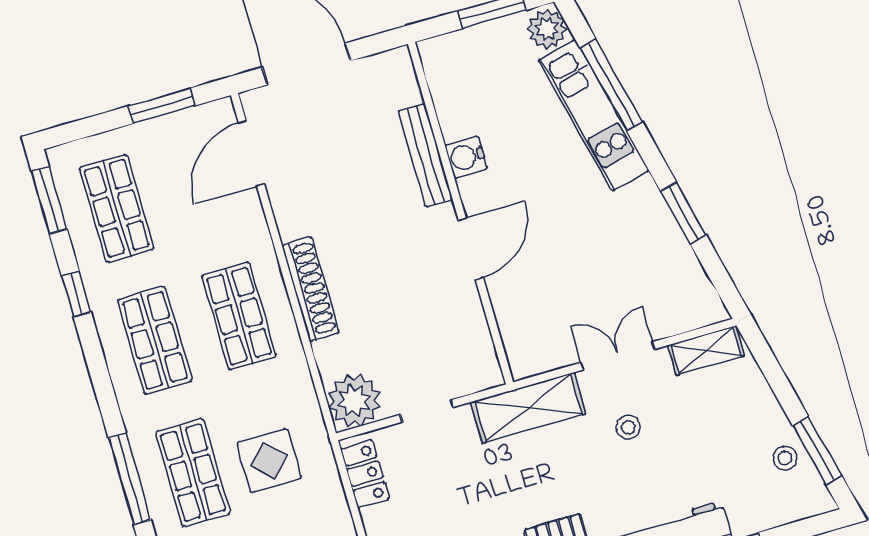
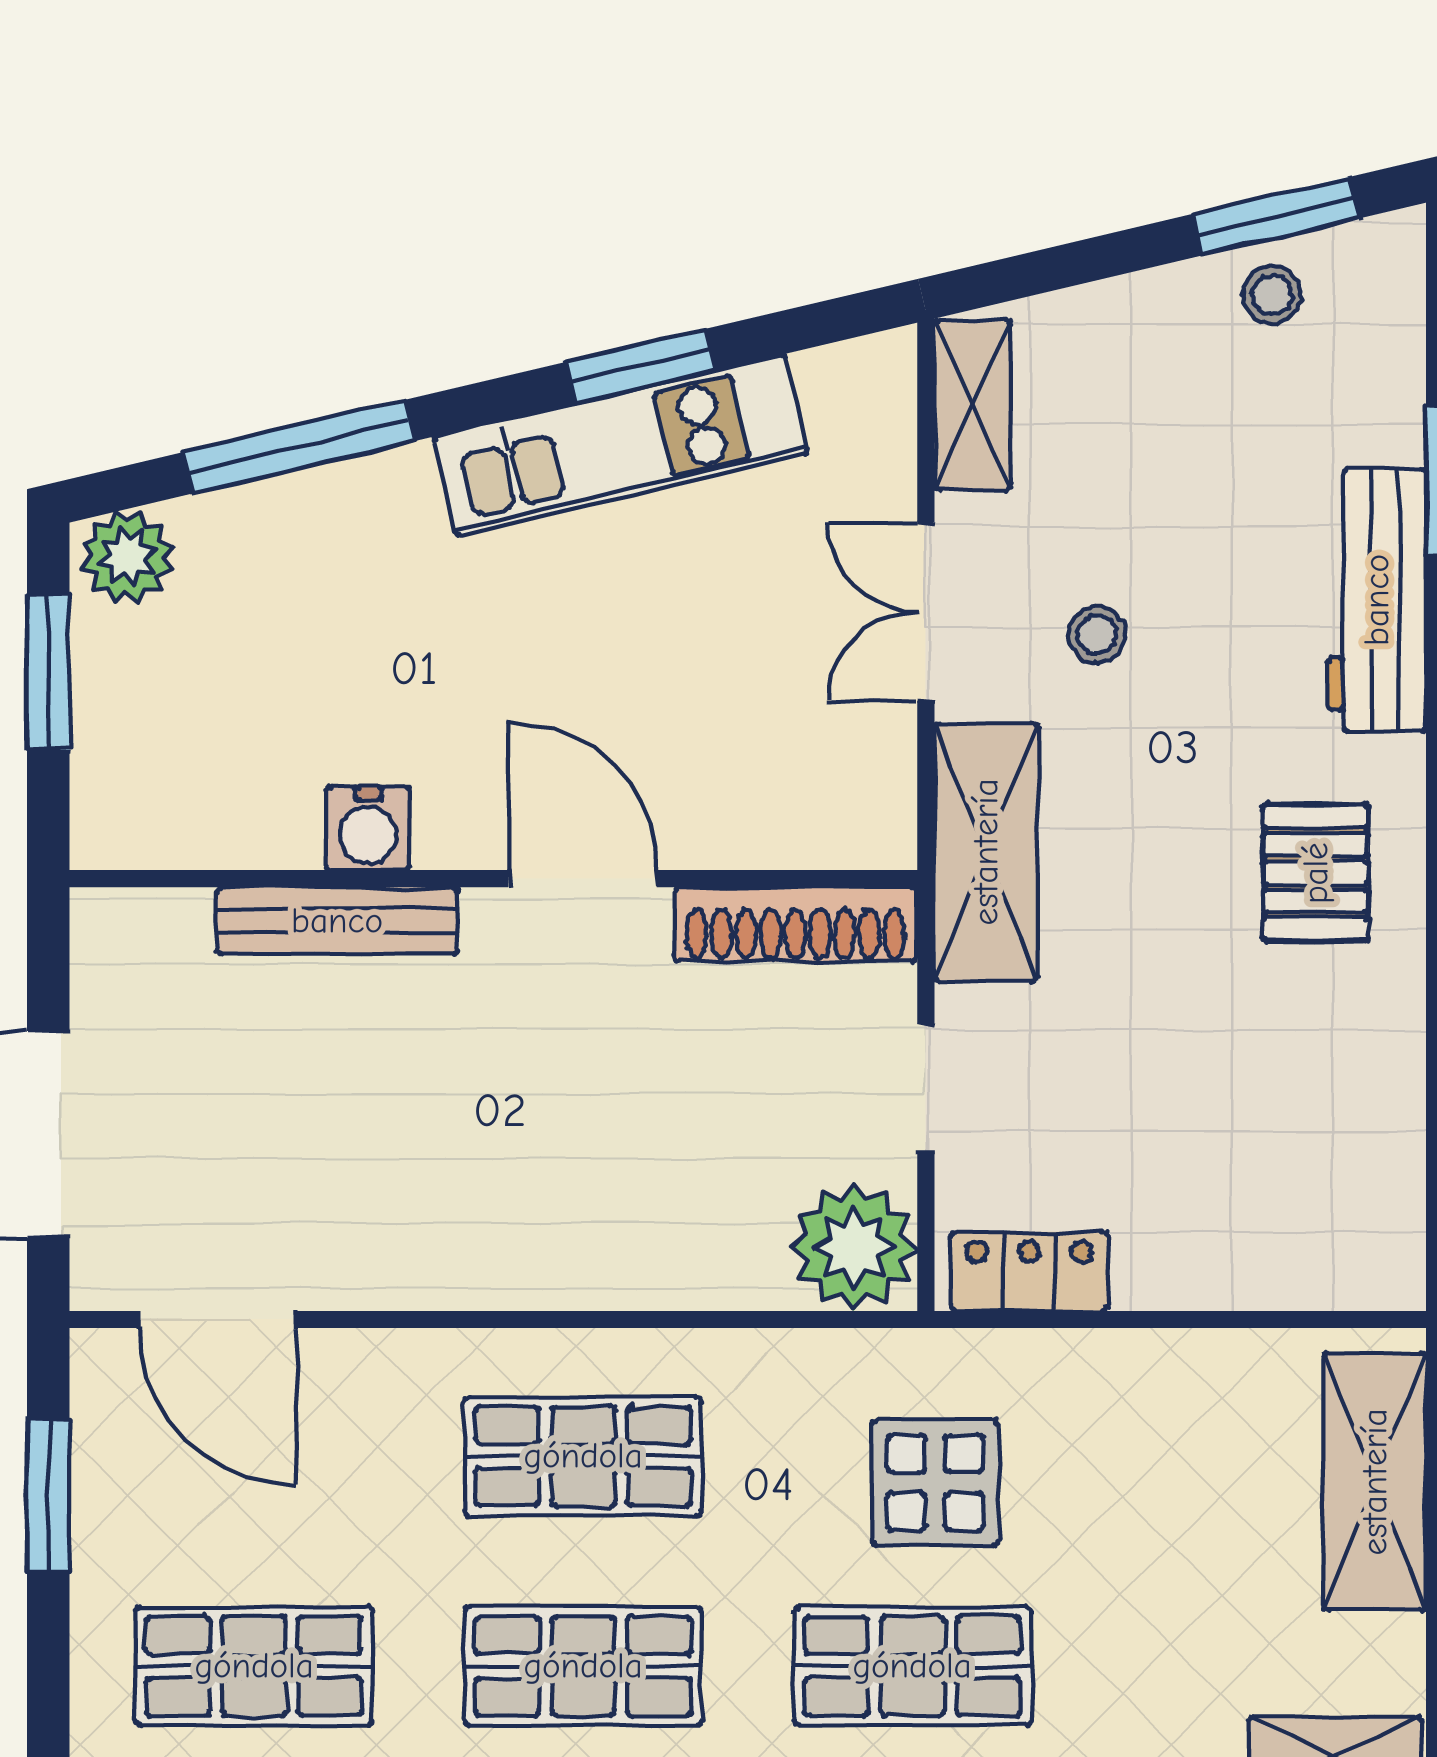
kitchen unit: (594, 115) -> (621, 445), moved
shoe rack: (311, 289) -> (795, 924), moved, turned 180

